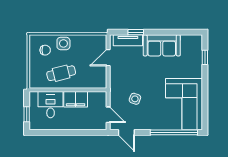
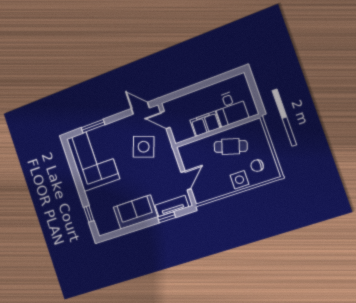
cafe table: (61, 73) -> (231, 146), turned 31
side table: (135, 99) -> (144, 147), width x1.87, depth x1.87
window: (27, 114) -> (253, 88), removed
window: (174, 132) -> (93, 126), width x0.47

